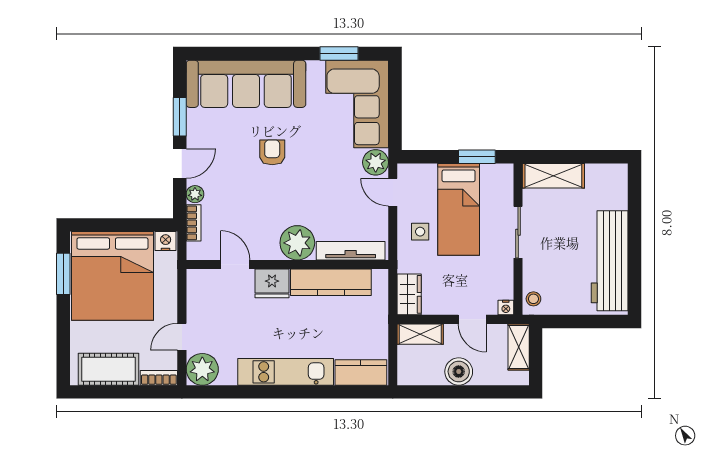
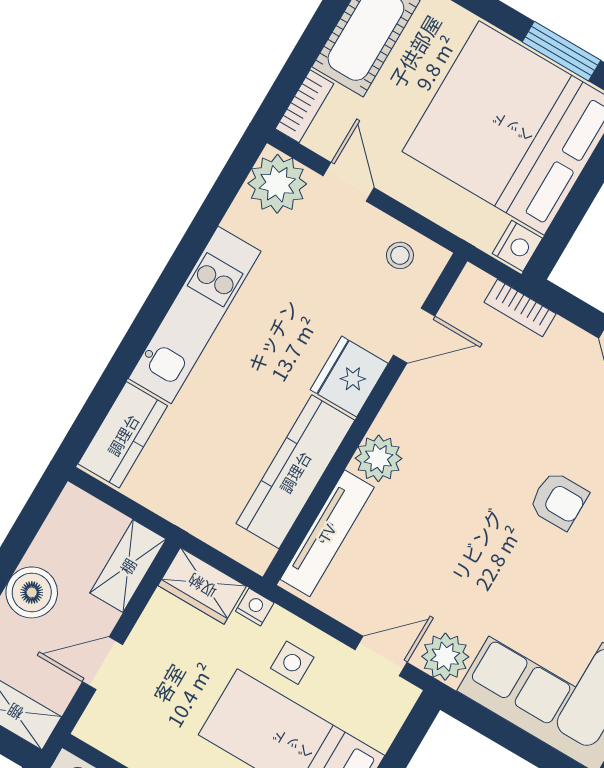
plant: (195, 194) -> (565, 337), removed
plant: (297, 243) -> (379, 458), width x0.73, depth x0.73
stool: (202, 293) -> (400, 255), added
nightstand: (506, 308) -> (255, 607), moved, turned 90

